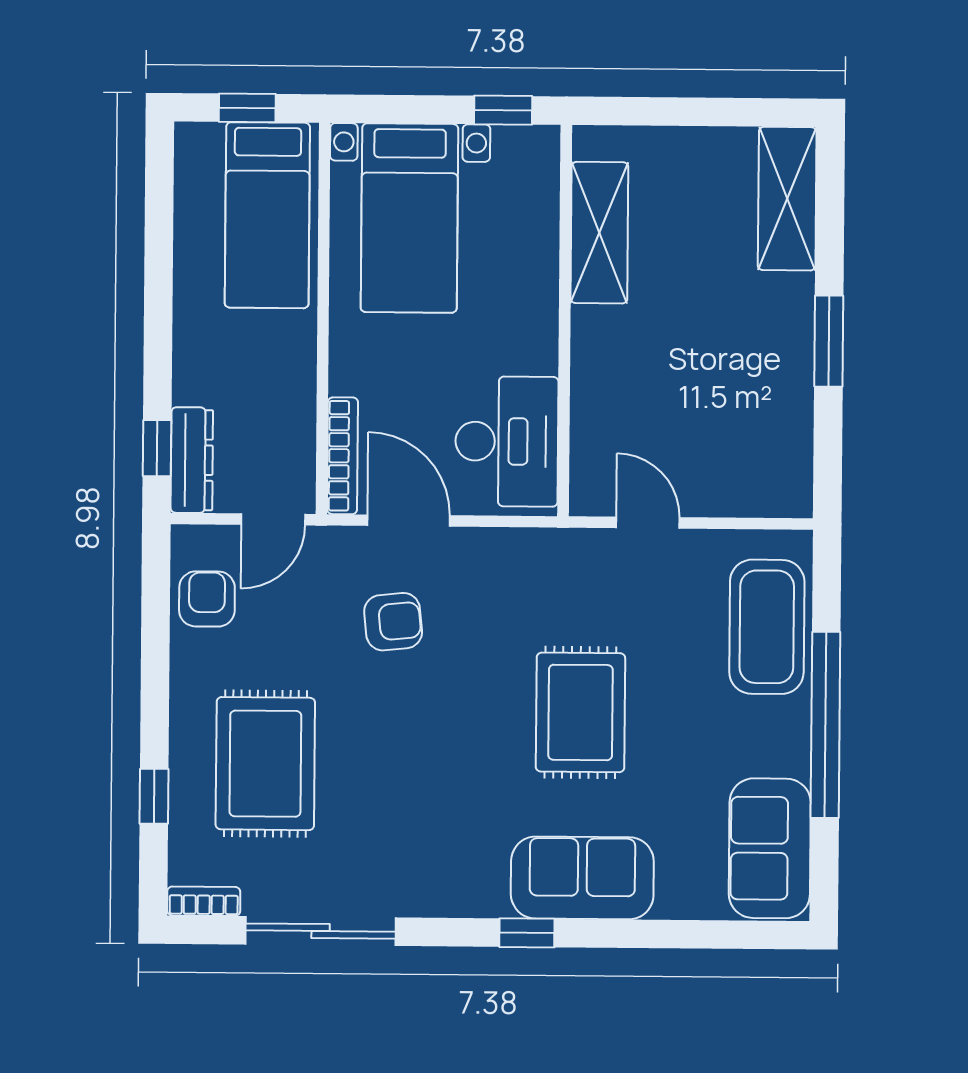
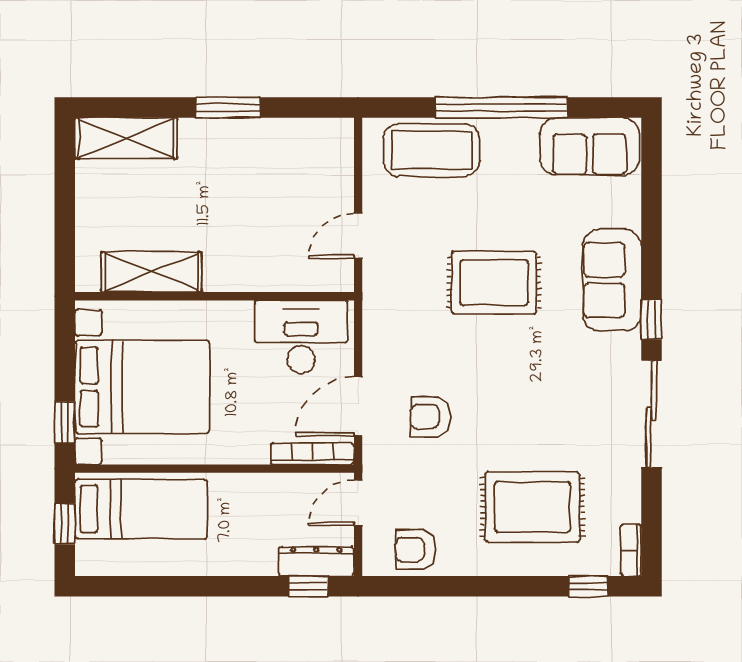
window: (503, 110) -> (65, 423), moved
bed with nightstands: (409, 218) -> (142, 387), width x1.36
door: (273, 519) -> (358, 503), swing flipped
armchair: (393, 622) -> (430, 417), turned -84
window: (154, 796) -> (588, 586), moved
sliding door: (321, 931) -> (652, 414), moved

